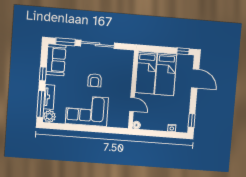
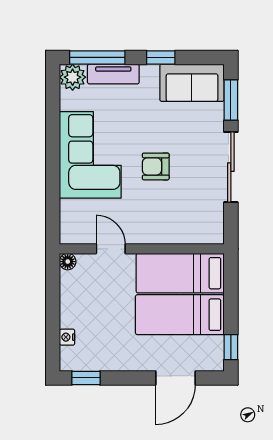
door: (132, 104) -> (111, 249), swing flipped

